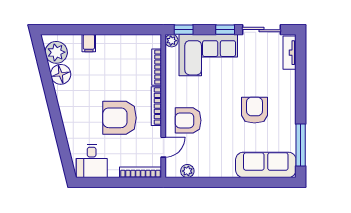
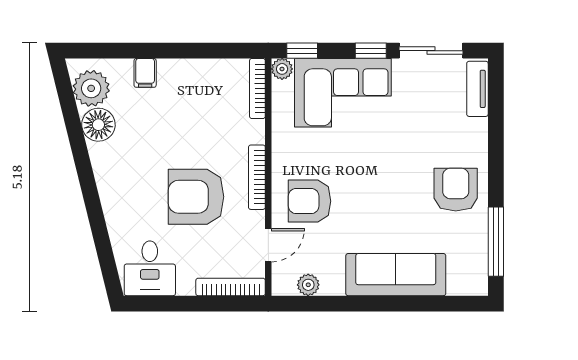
bookcase: (157, 67) -> (257, 89), moved
armchair: (254, 110) -> (456, 190), moved
sofa: (266, 165) -> (396, 275), moved

